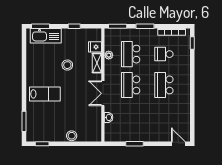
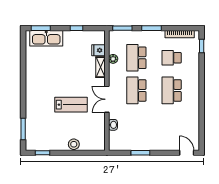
stool: (67, 65) -> (69, 69), removed
lab bench: (45, 94) -> (71, 105), moved

